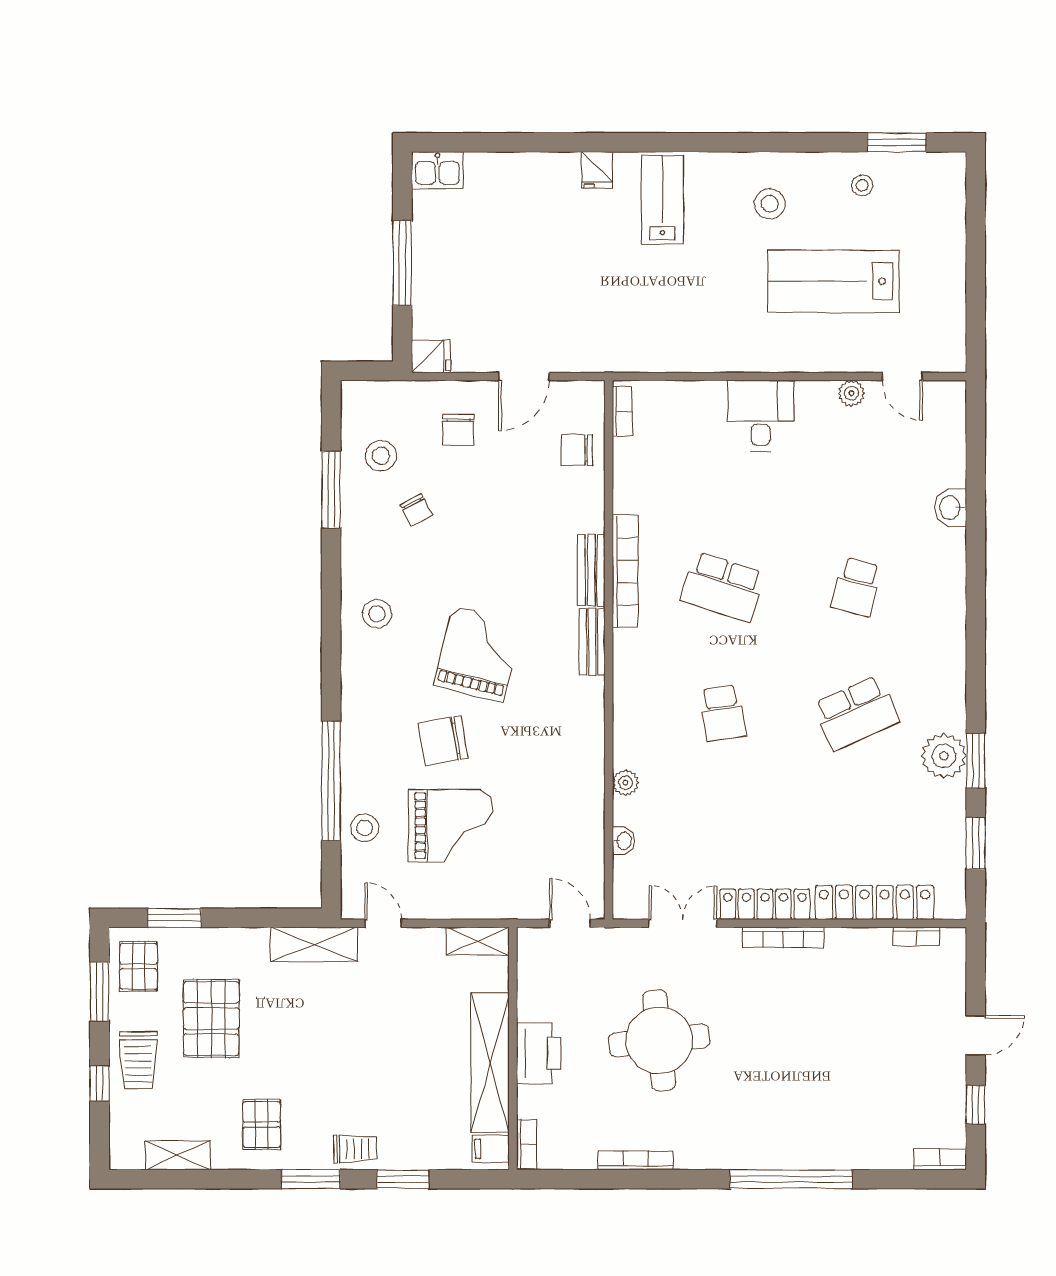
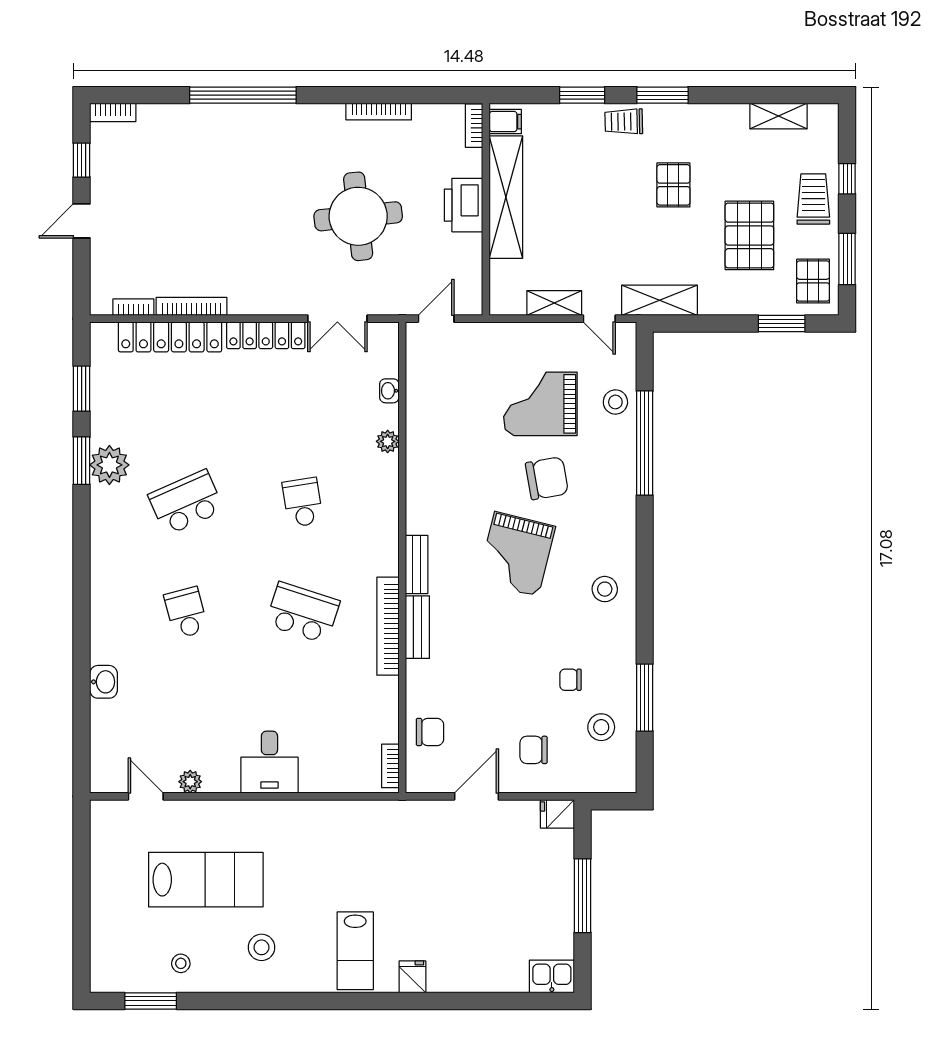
chair: (458, 430) -> (534, 750), turned -90
chair: (416, 510) -> (570, 680), turned -63
school desk: (856, 587) -> (186, 613), turned -30
door: (570, 923) -> (436, 319), swing flipped
bookcase: (783, 937) -> (192, 306), moved
shelving: (478, 941) -> (554, 303), moved
pallet: (262, 1124) -> (673, 185), moved

